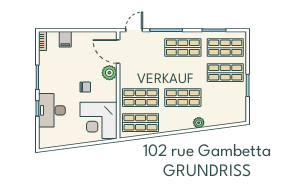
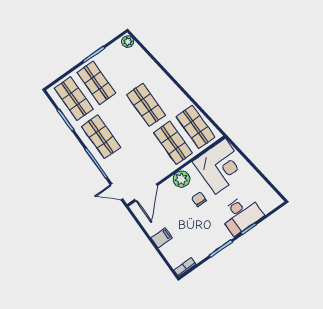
filing cabinet: (65, 39) -> (162, 238), moved
plant: (109, 73) -> (181, 179), moved
plant: (199, 123) -> (128, 42), moved

